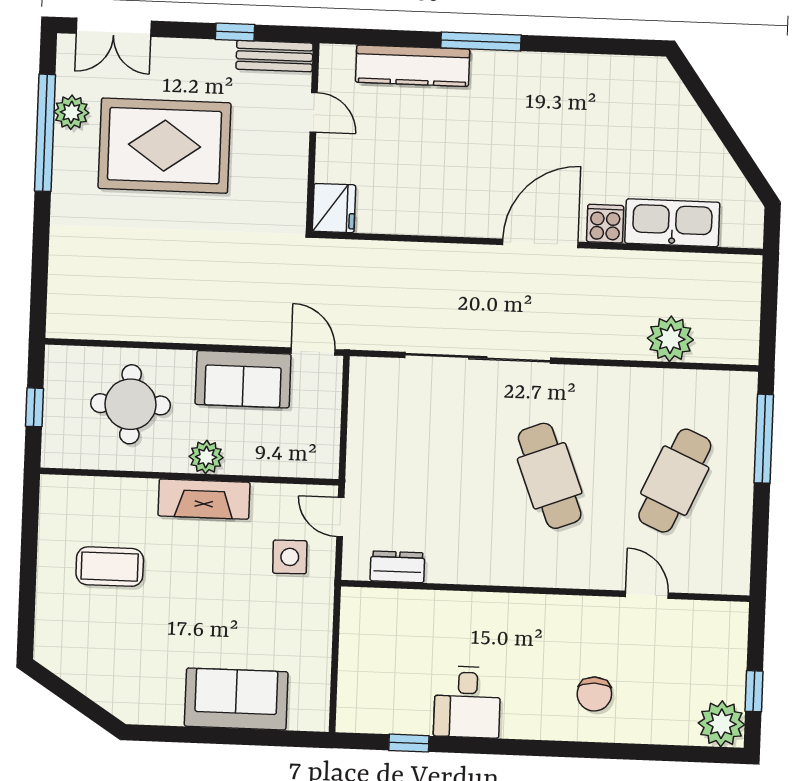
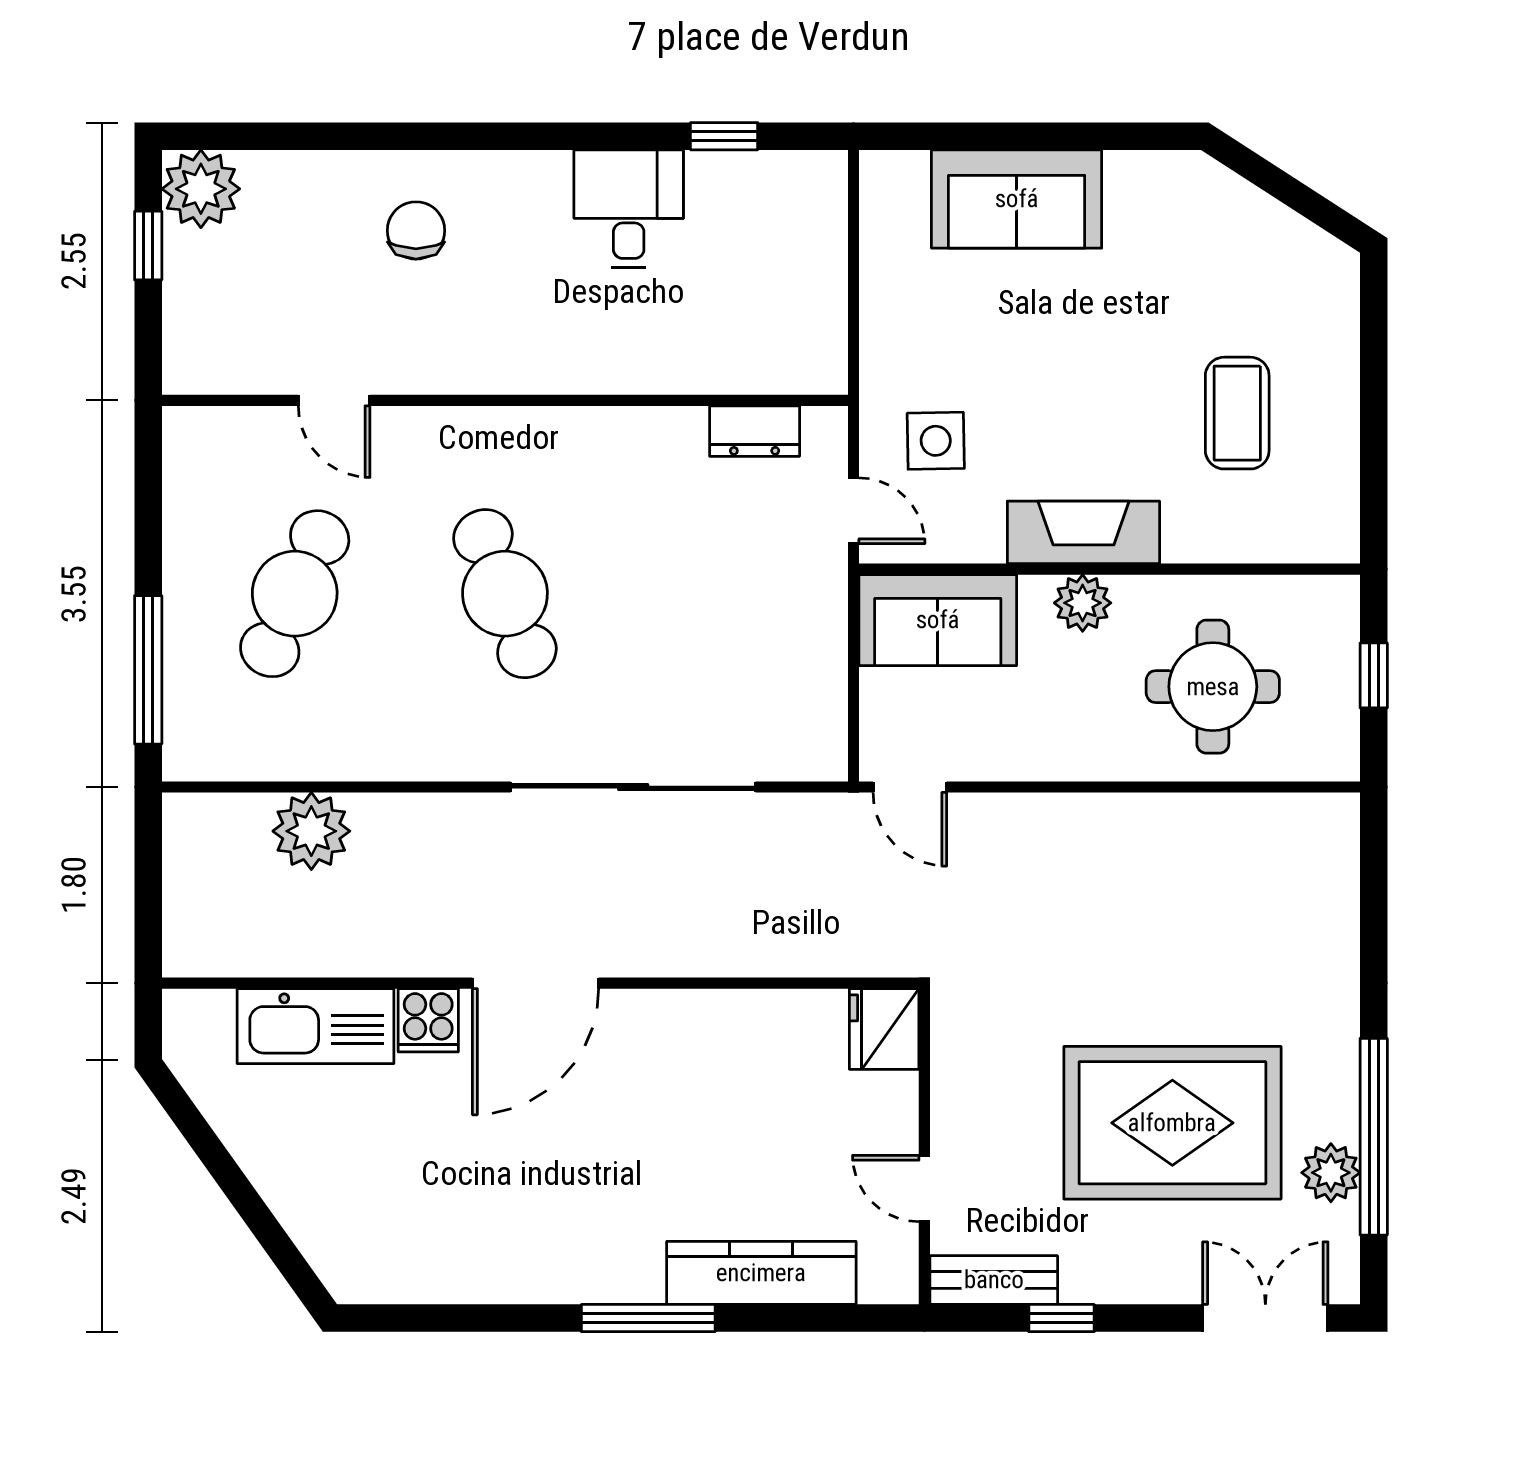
sofa: (243, 379) -> (938, 620), moved, turned 180
coffee table: (110, 567) -> (1237, 413), turned 90

